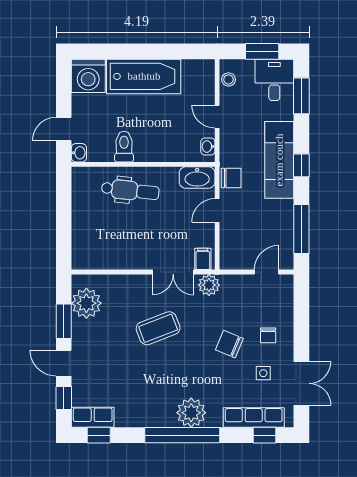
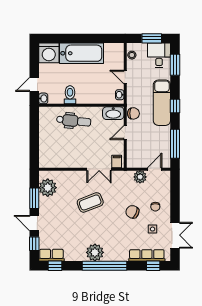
plant: (209, 285) -> (140, 177), moved
plant: (191, 413) -> (95, 252), moved

